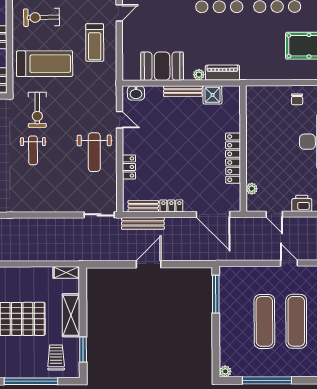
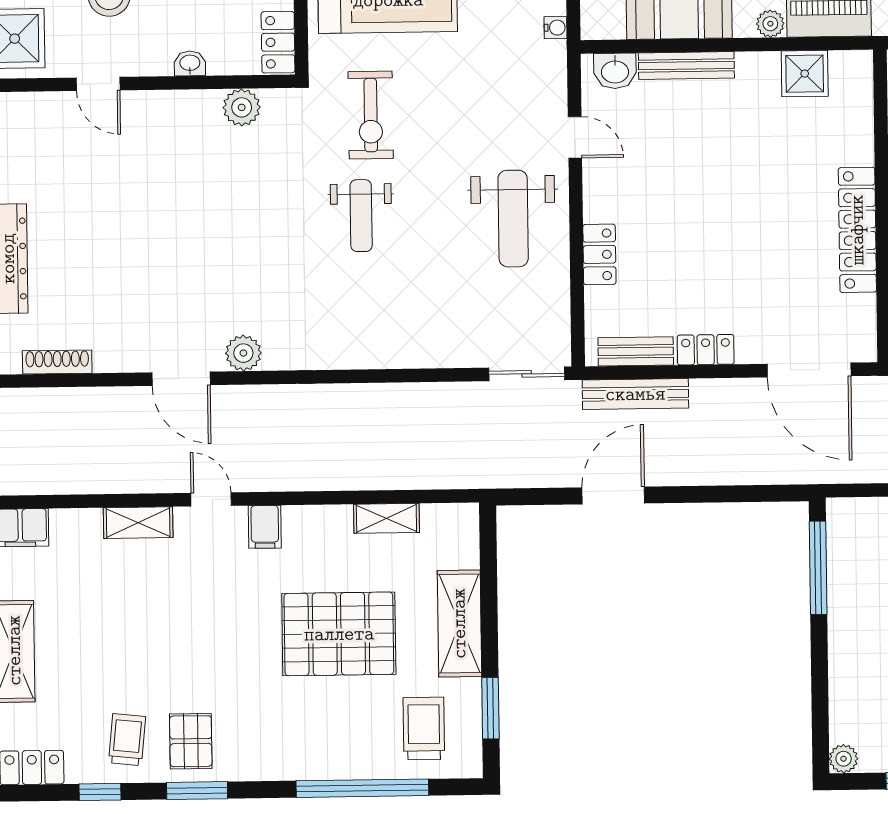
water cooler: (112, 75) -> (555, 28), added
bench: (183, 91) -> (686, 66), moved
door: (149, 264) -> (613, 495), moved
shelving: (66, 272) -> (386, 518), moved

